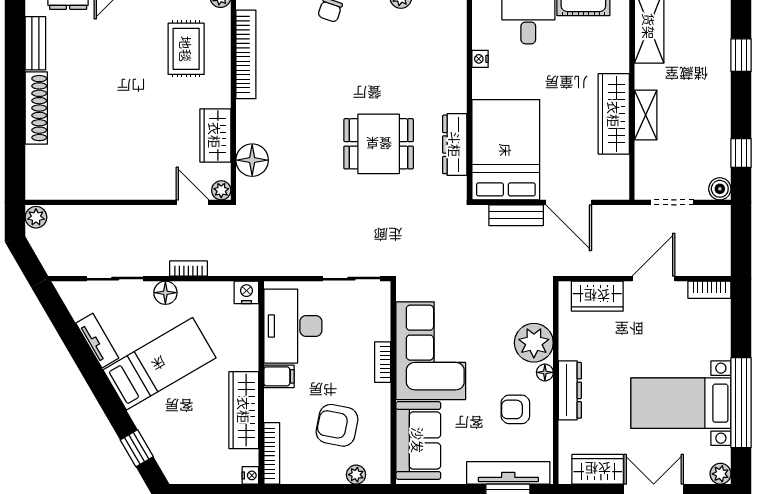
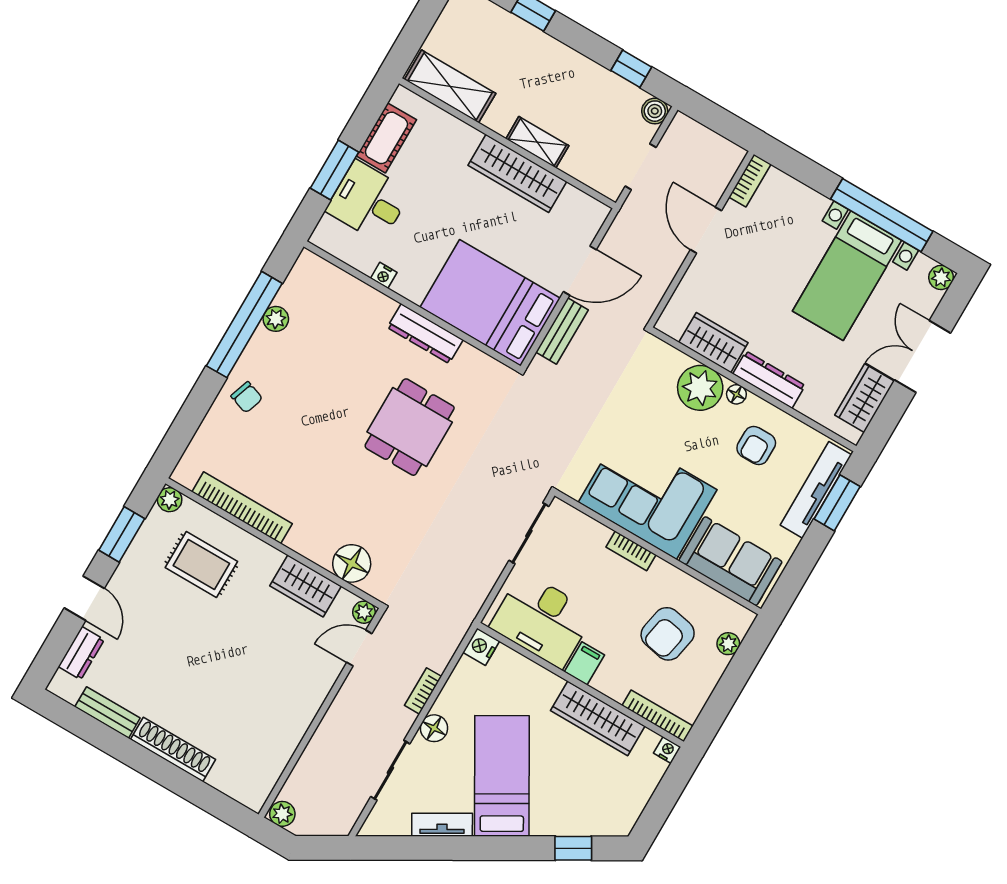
dresser: (455, 144) -> (425, 334), moved
wardrobe: (597, 296) -> (713, 343), moved, turned -90

